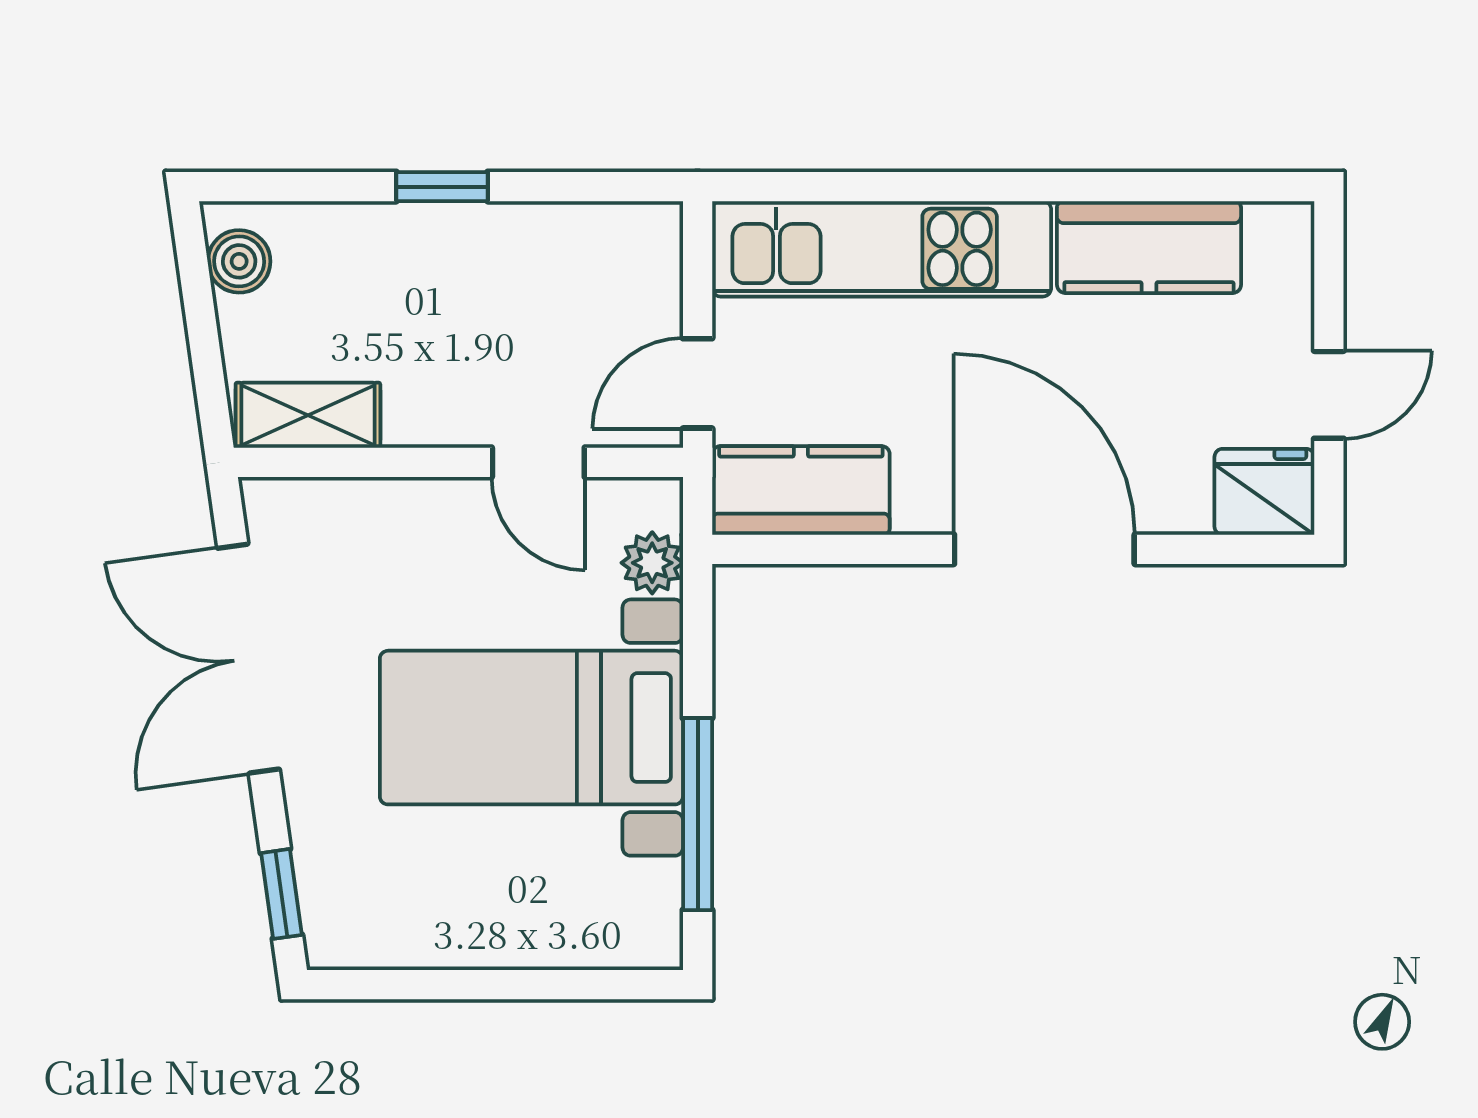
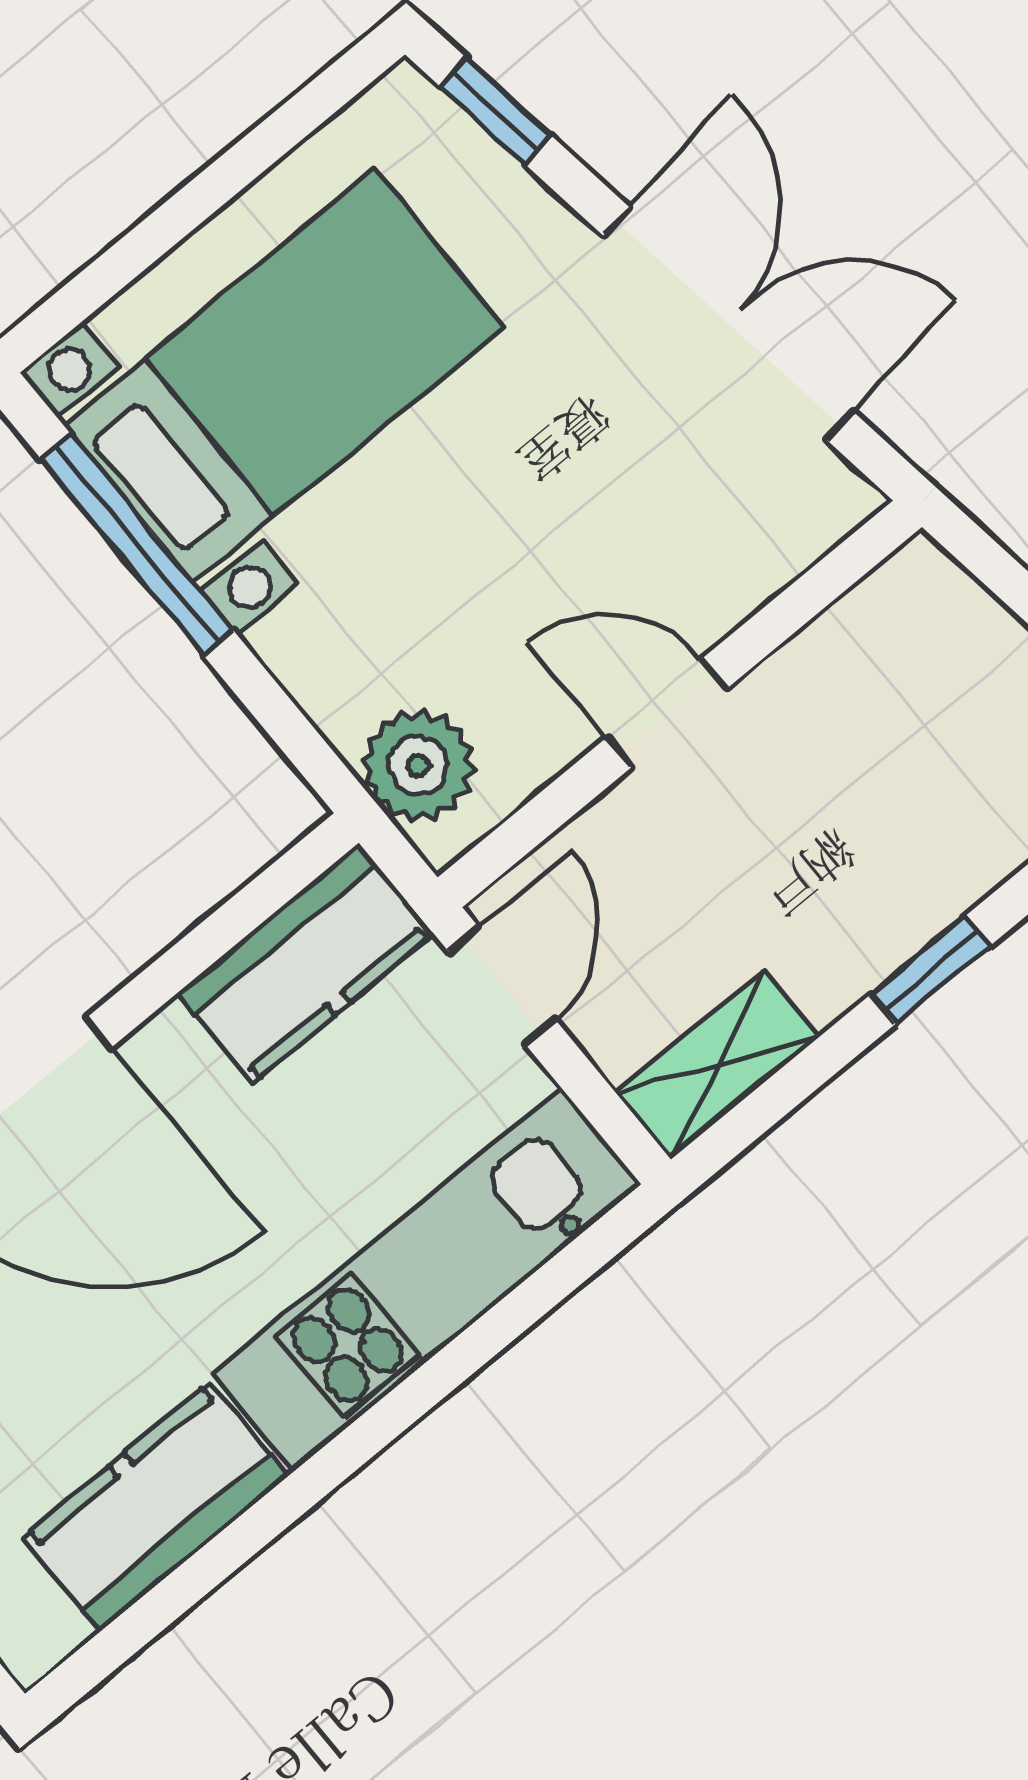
shelving: (308, 415) -> (717, 1065), moved
door: (538, 462) -> (666, 713), moved
plant: (652, 563) -> (418, 765), width x1.38, depth x1.38
bed with nightstands: (531, 728) -> (284, 376), moved

